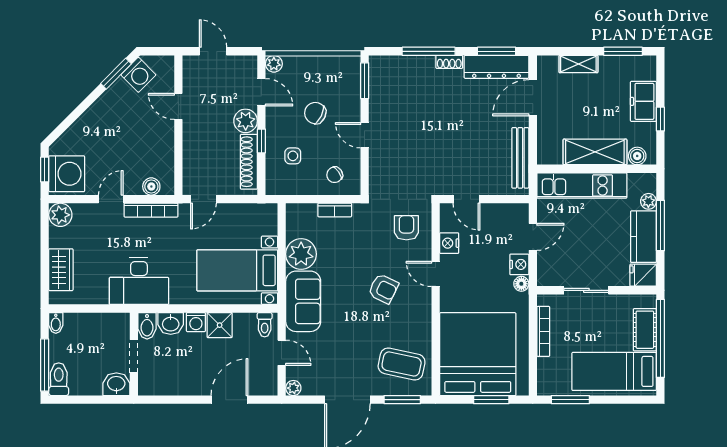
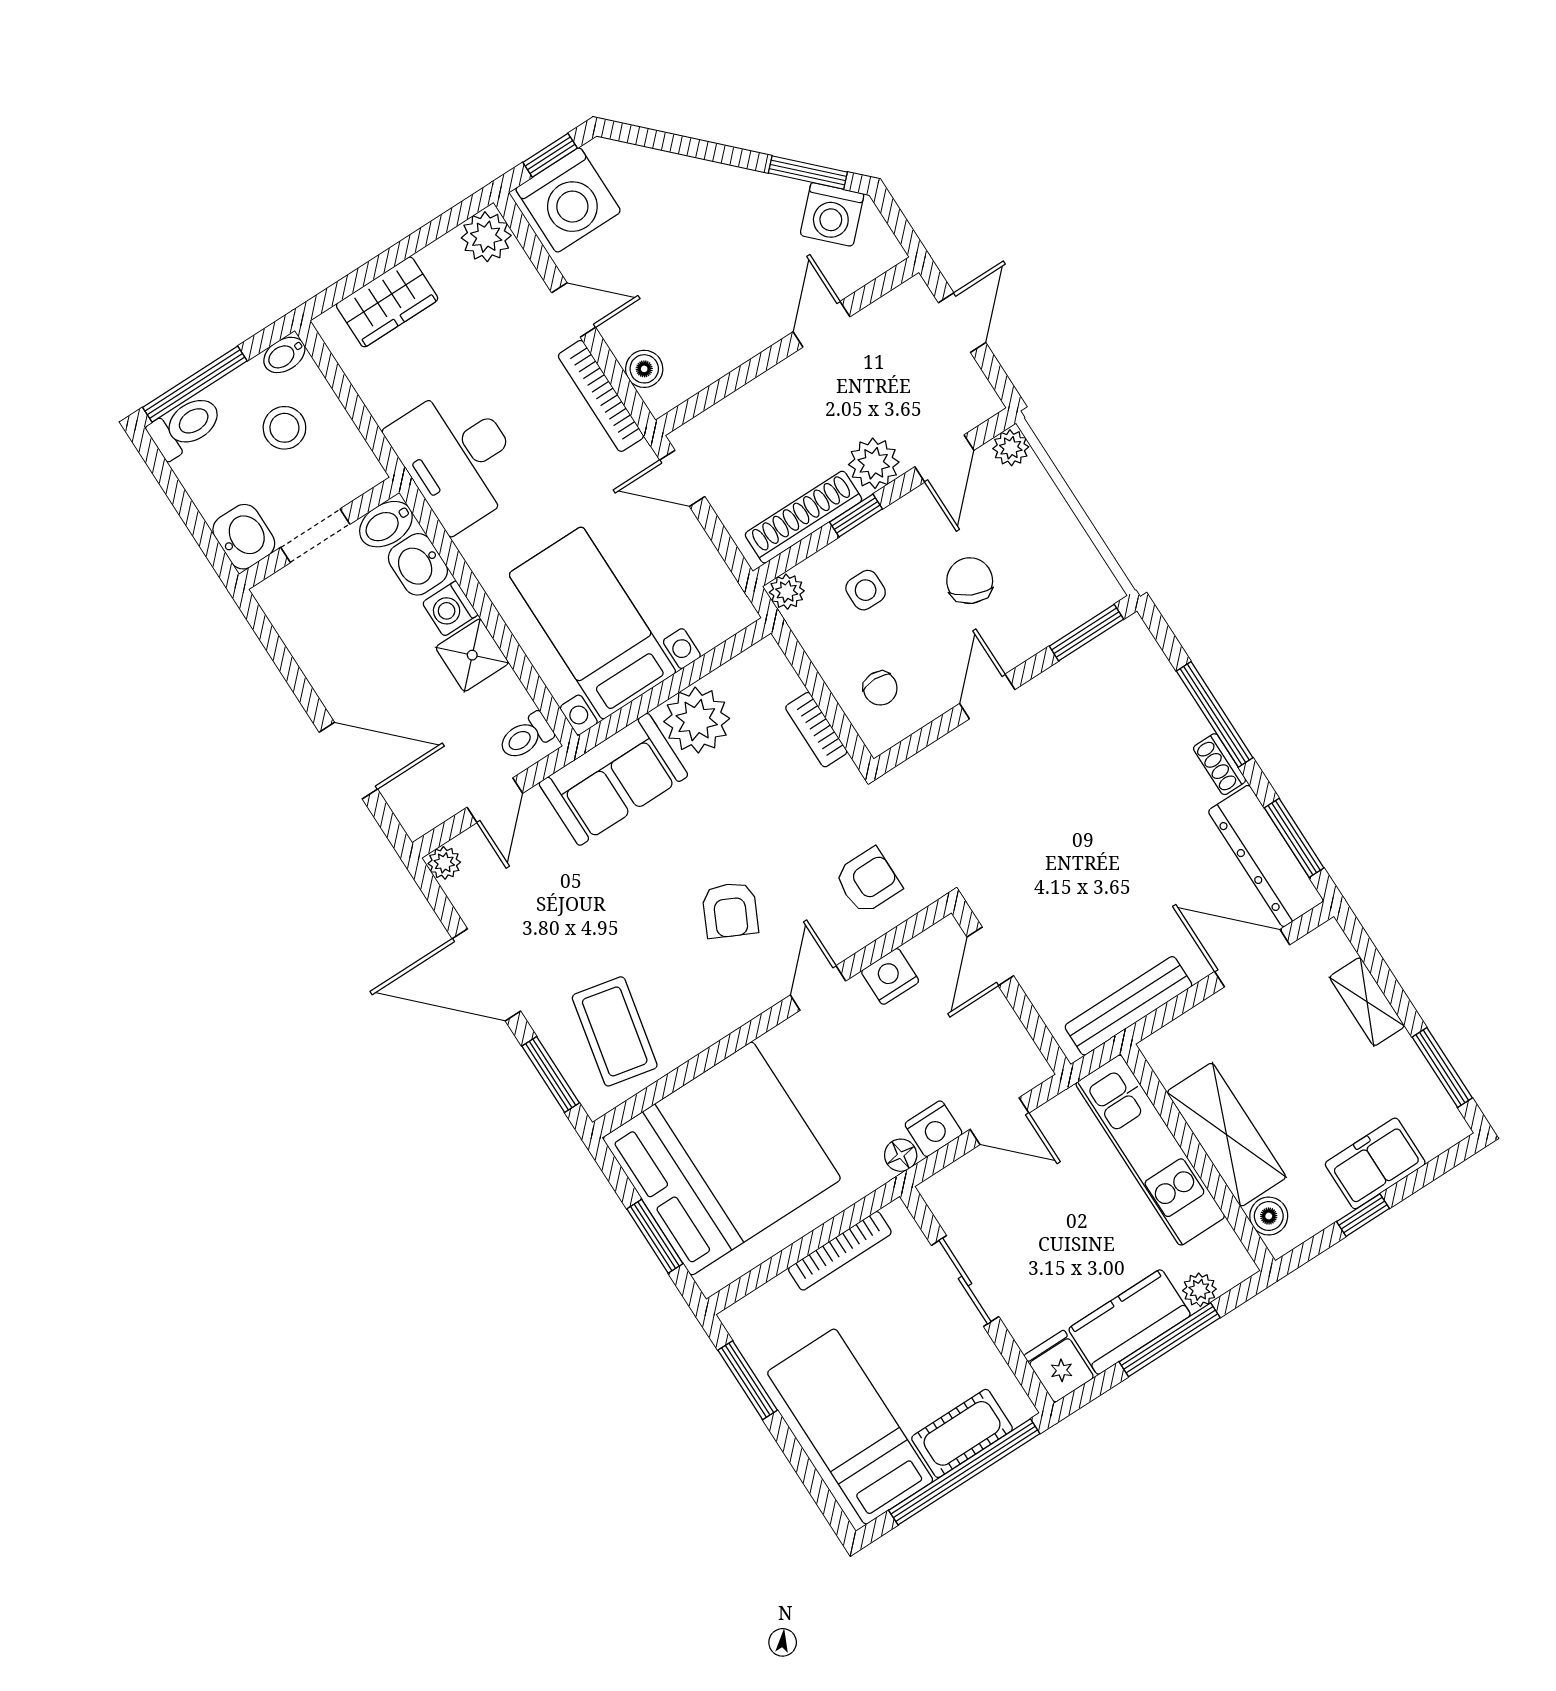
chair: (335, 175) -> (880, 688), turned -146
plant: (274, 187) -> (787, 592), added
stool: (84, 341) -> (284, 428), added

